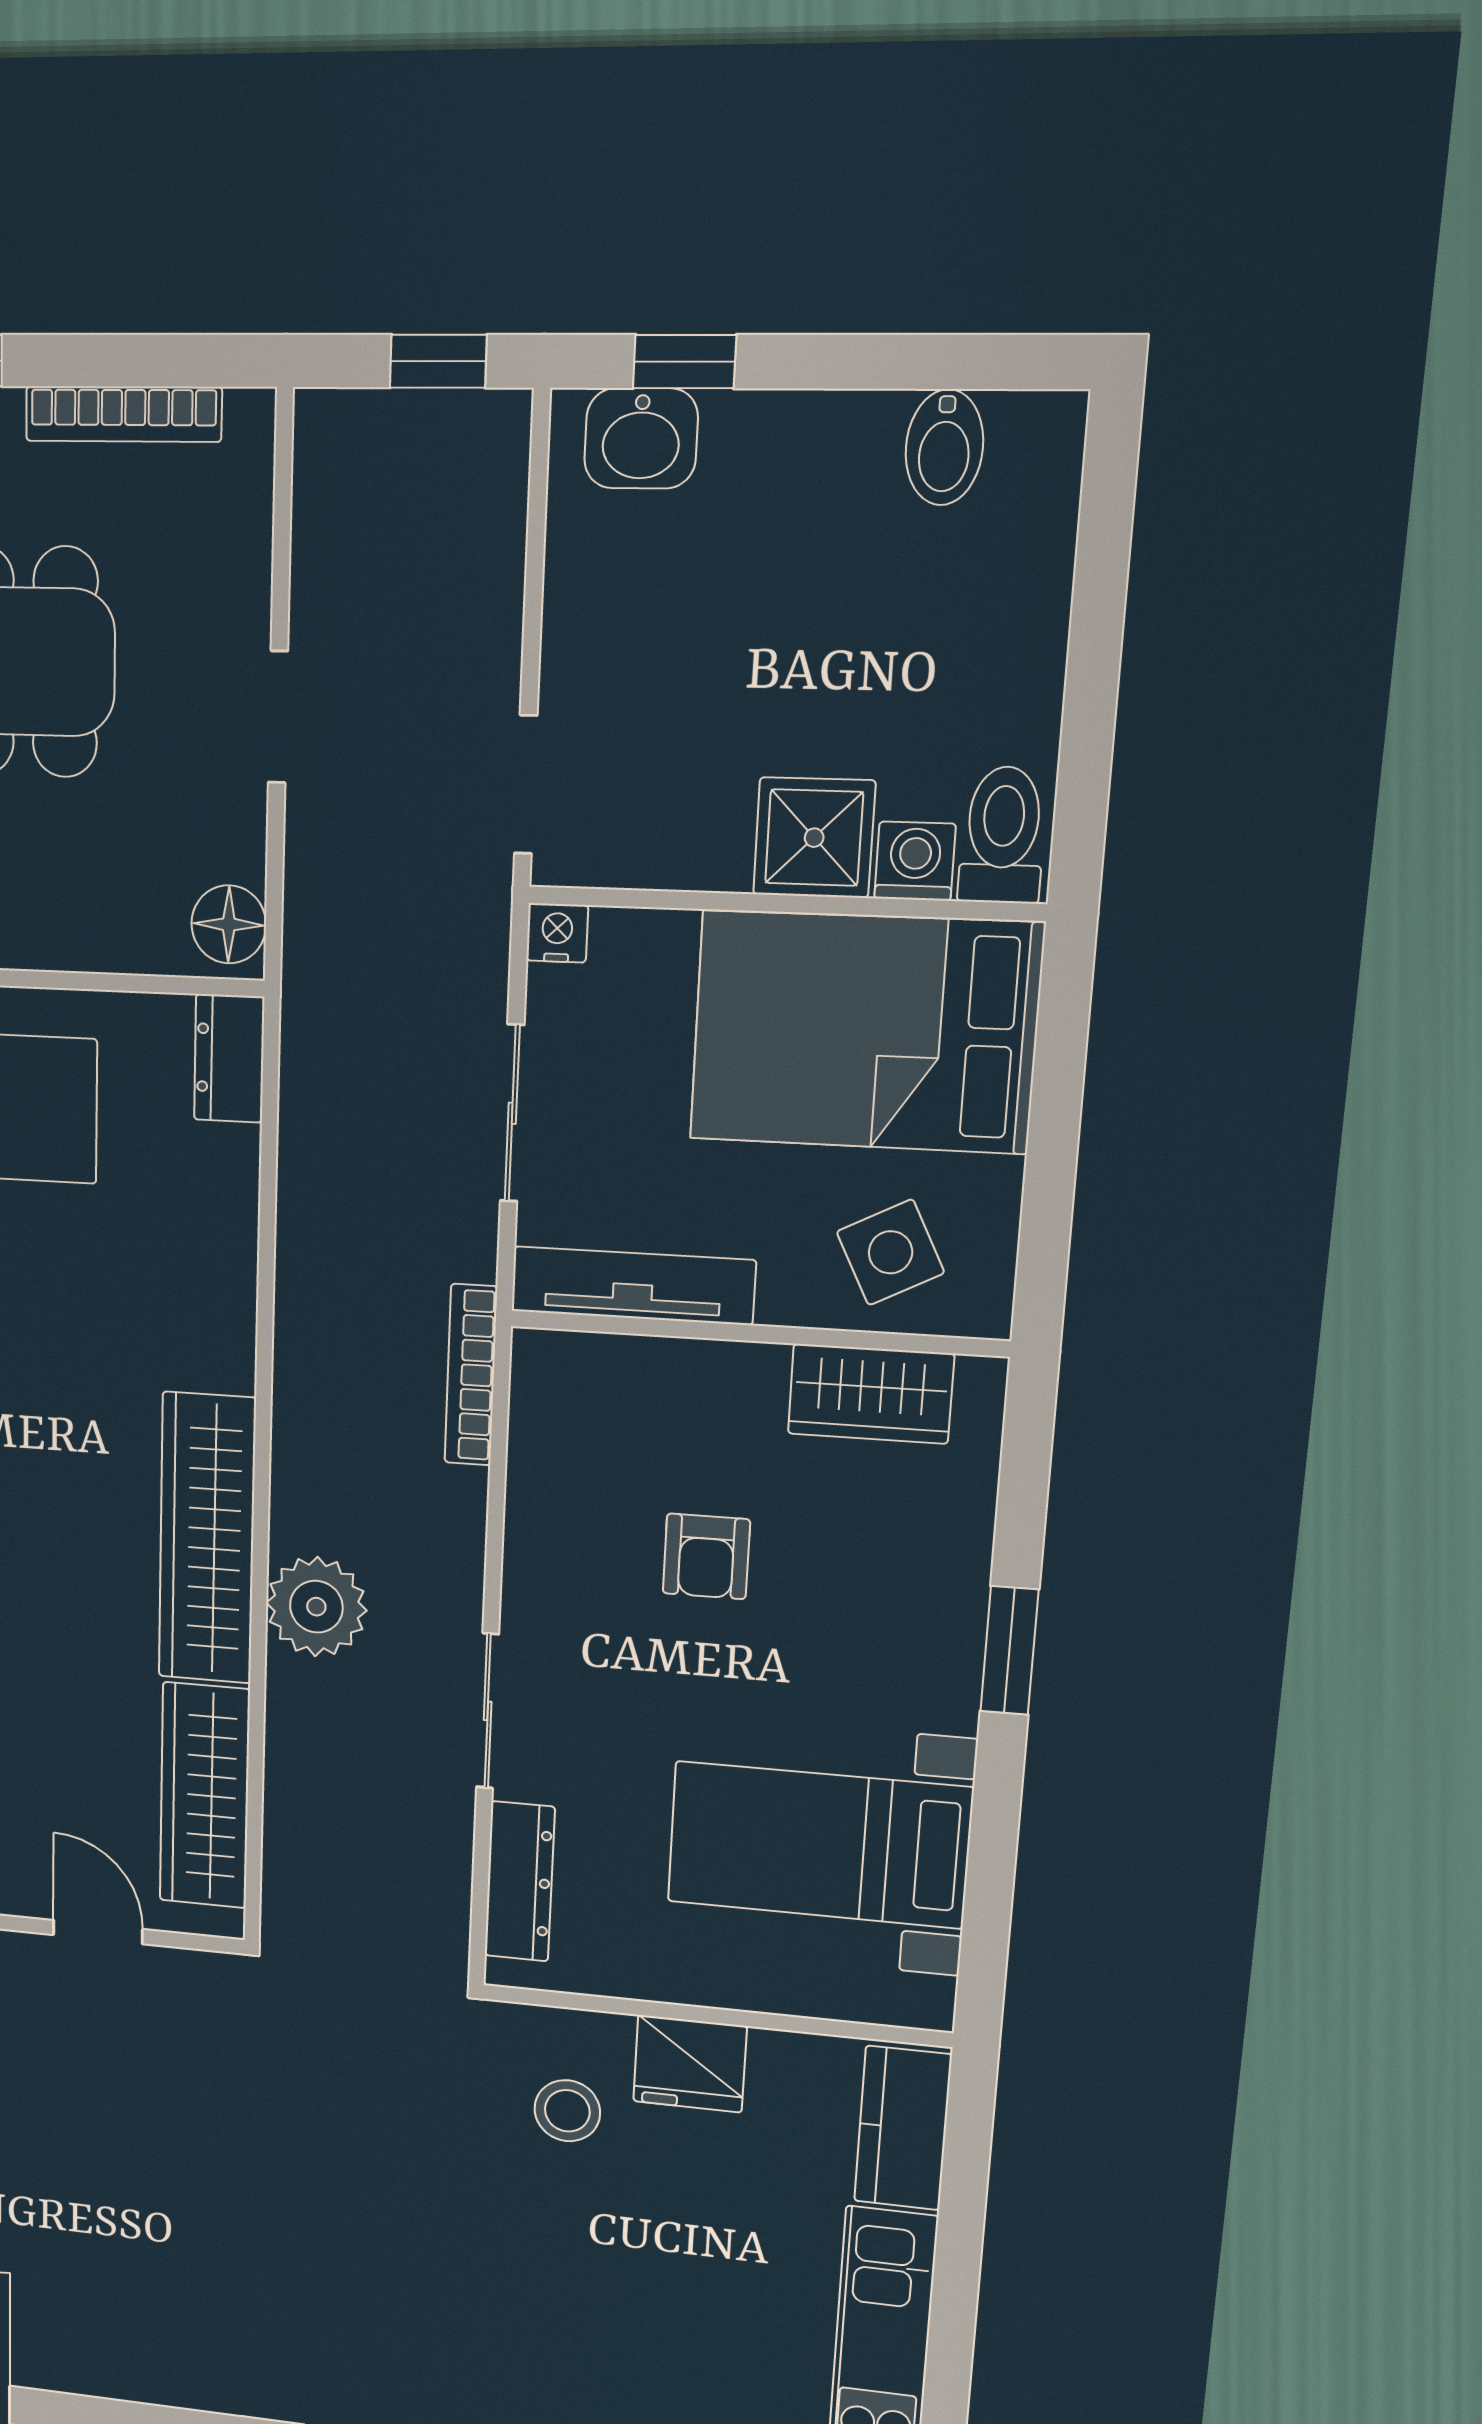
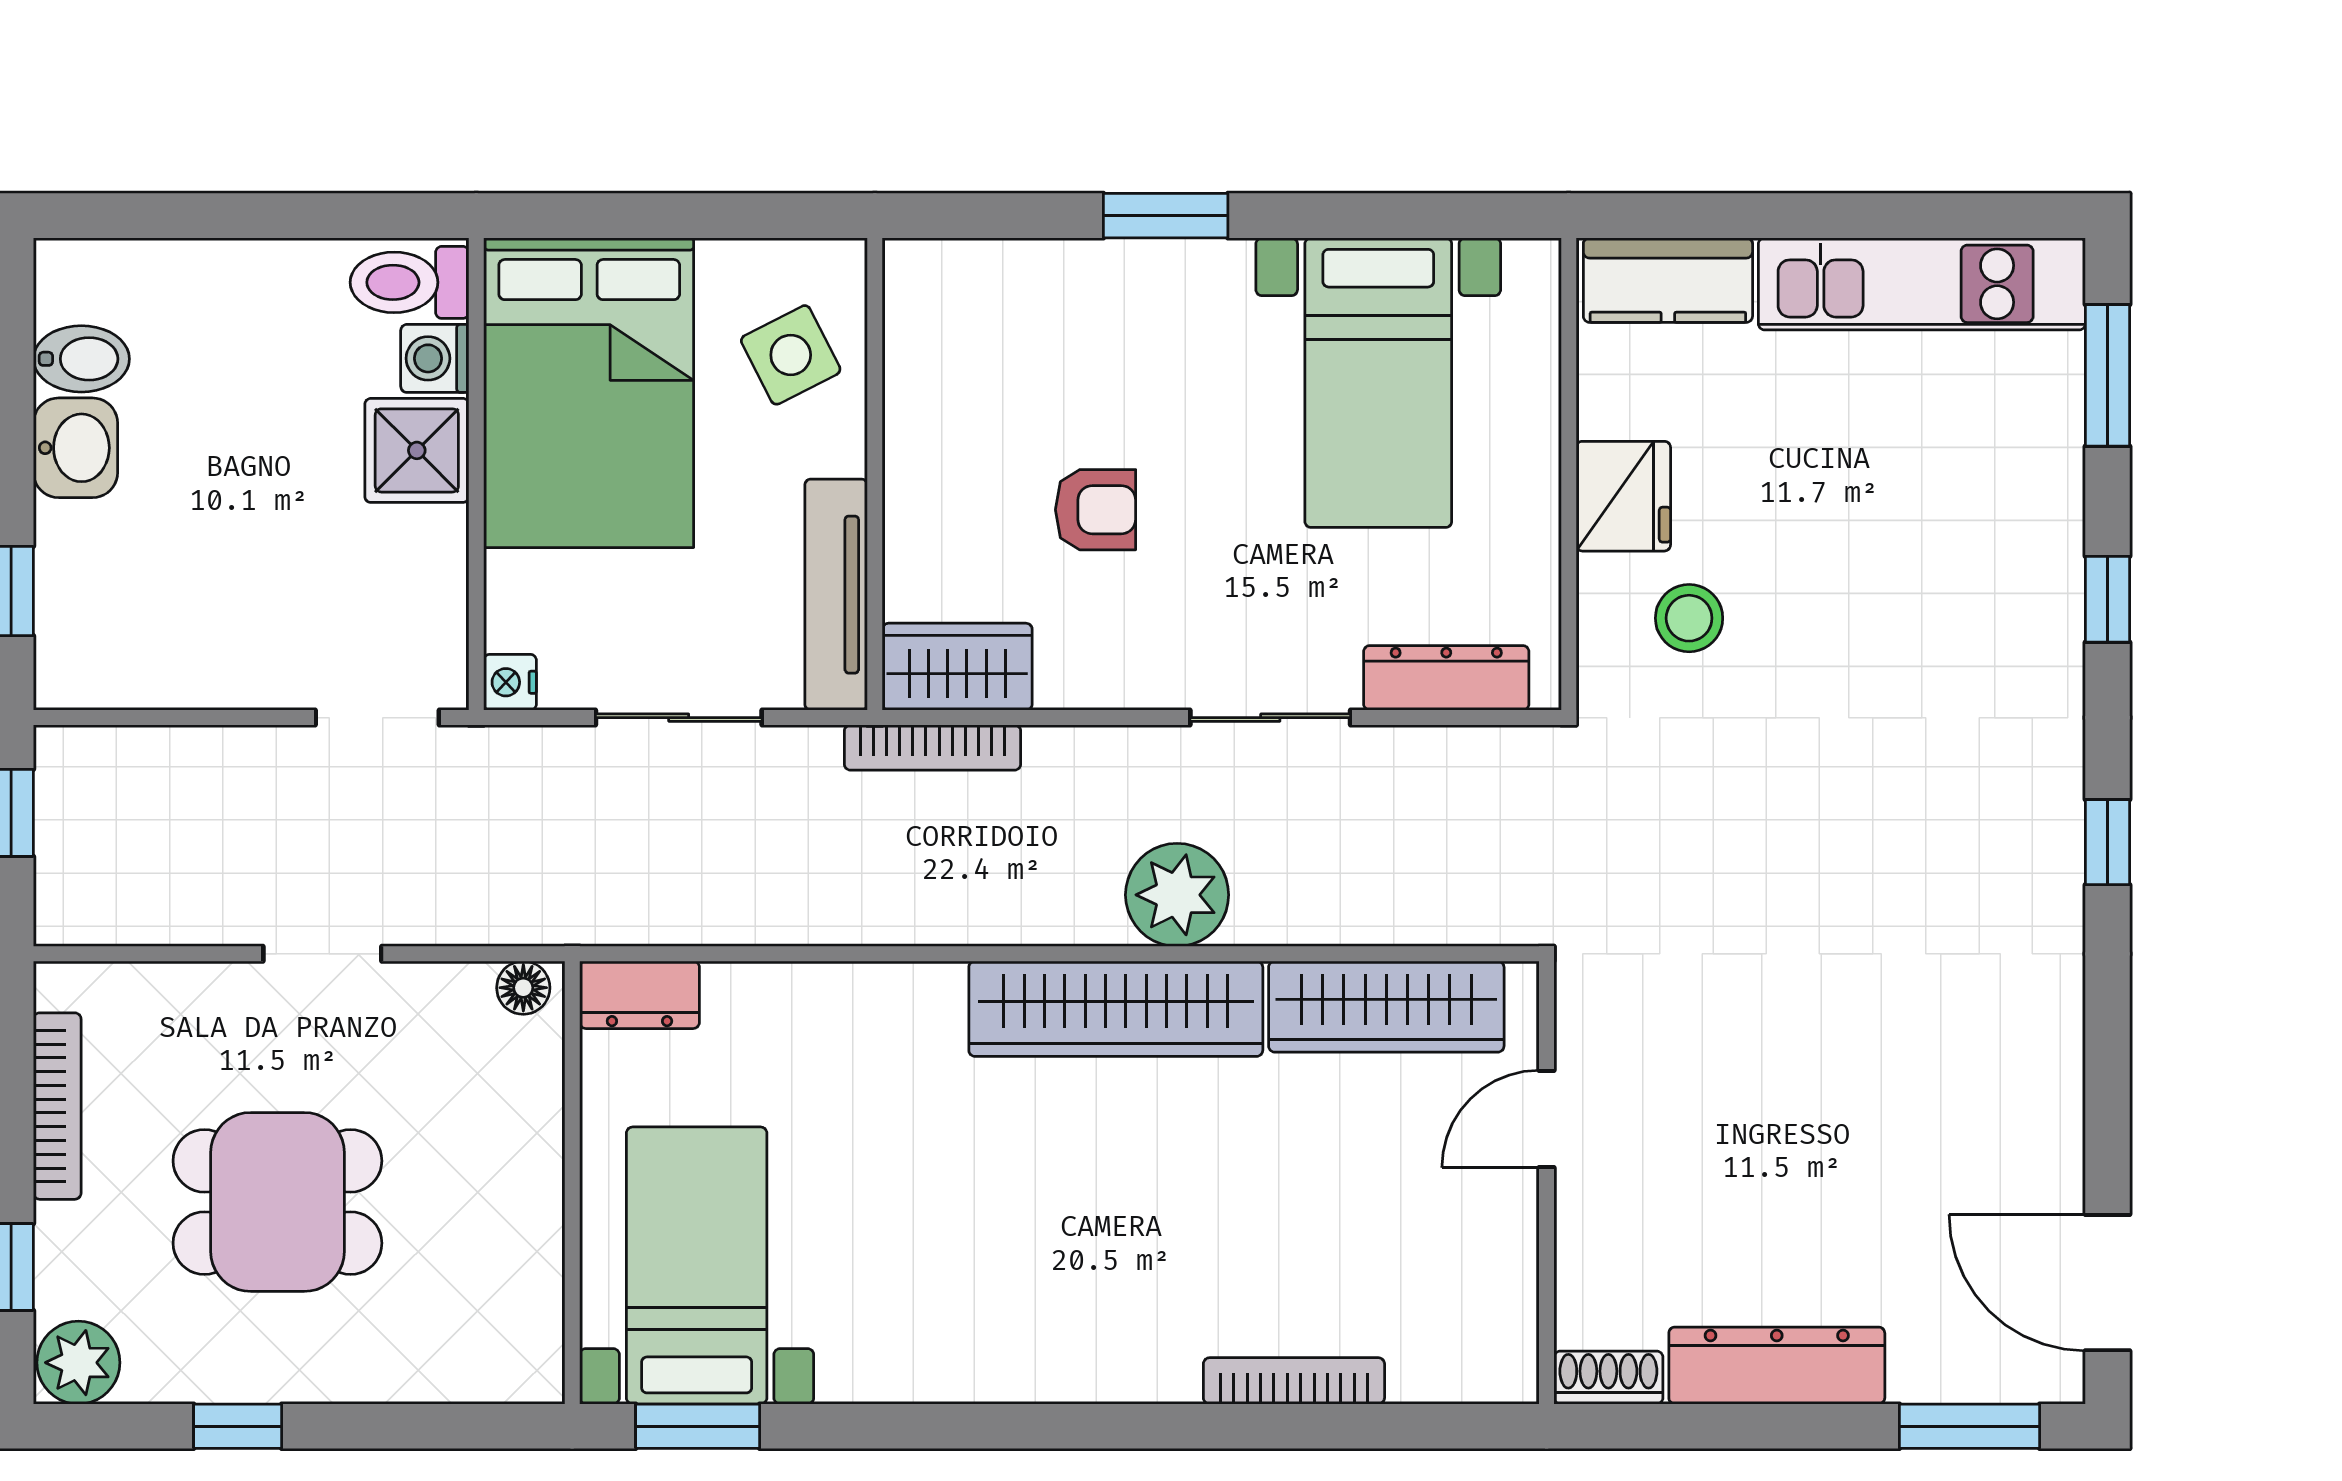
washbasin: (641, 438) -> (76, 448), moved
floor lamp: (229, 924) -> (523, 988), width x0.73, depth x0.73
wardrobe: (871, 1394) -> (957, 667), moved, turned -90

